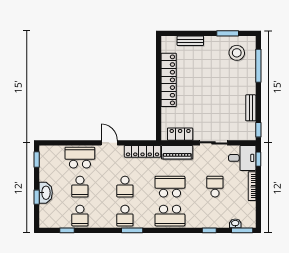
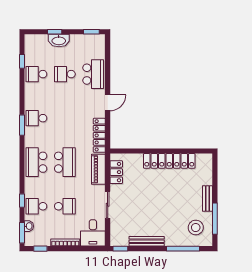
window: (228, 33) -> (215, 219), width x1.44
bench: (190, 41) -> (208, 198), moved
bench: (251, 108) -> (147, 241), width x1.36
window: (258, 159) -> (40, 249), moved
school desk: (125, 187) -> (36, 206), moved

